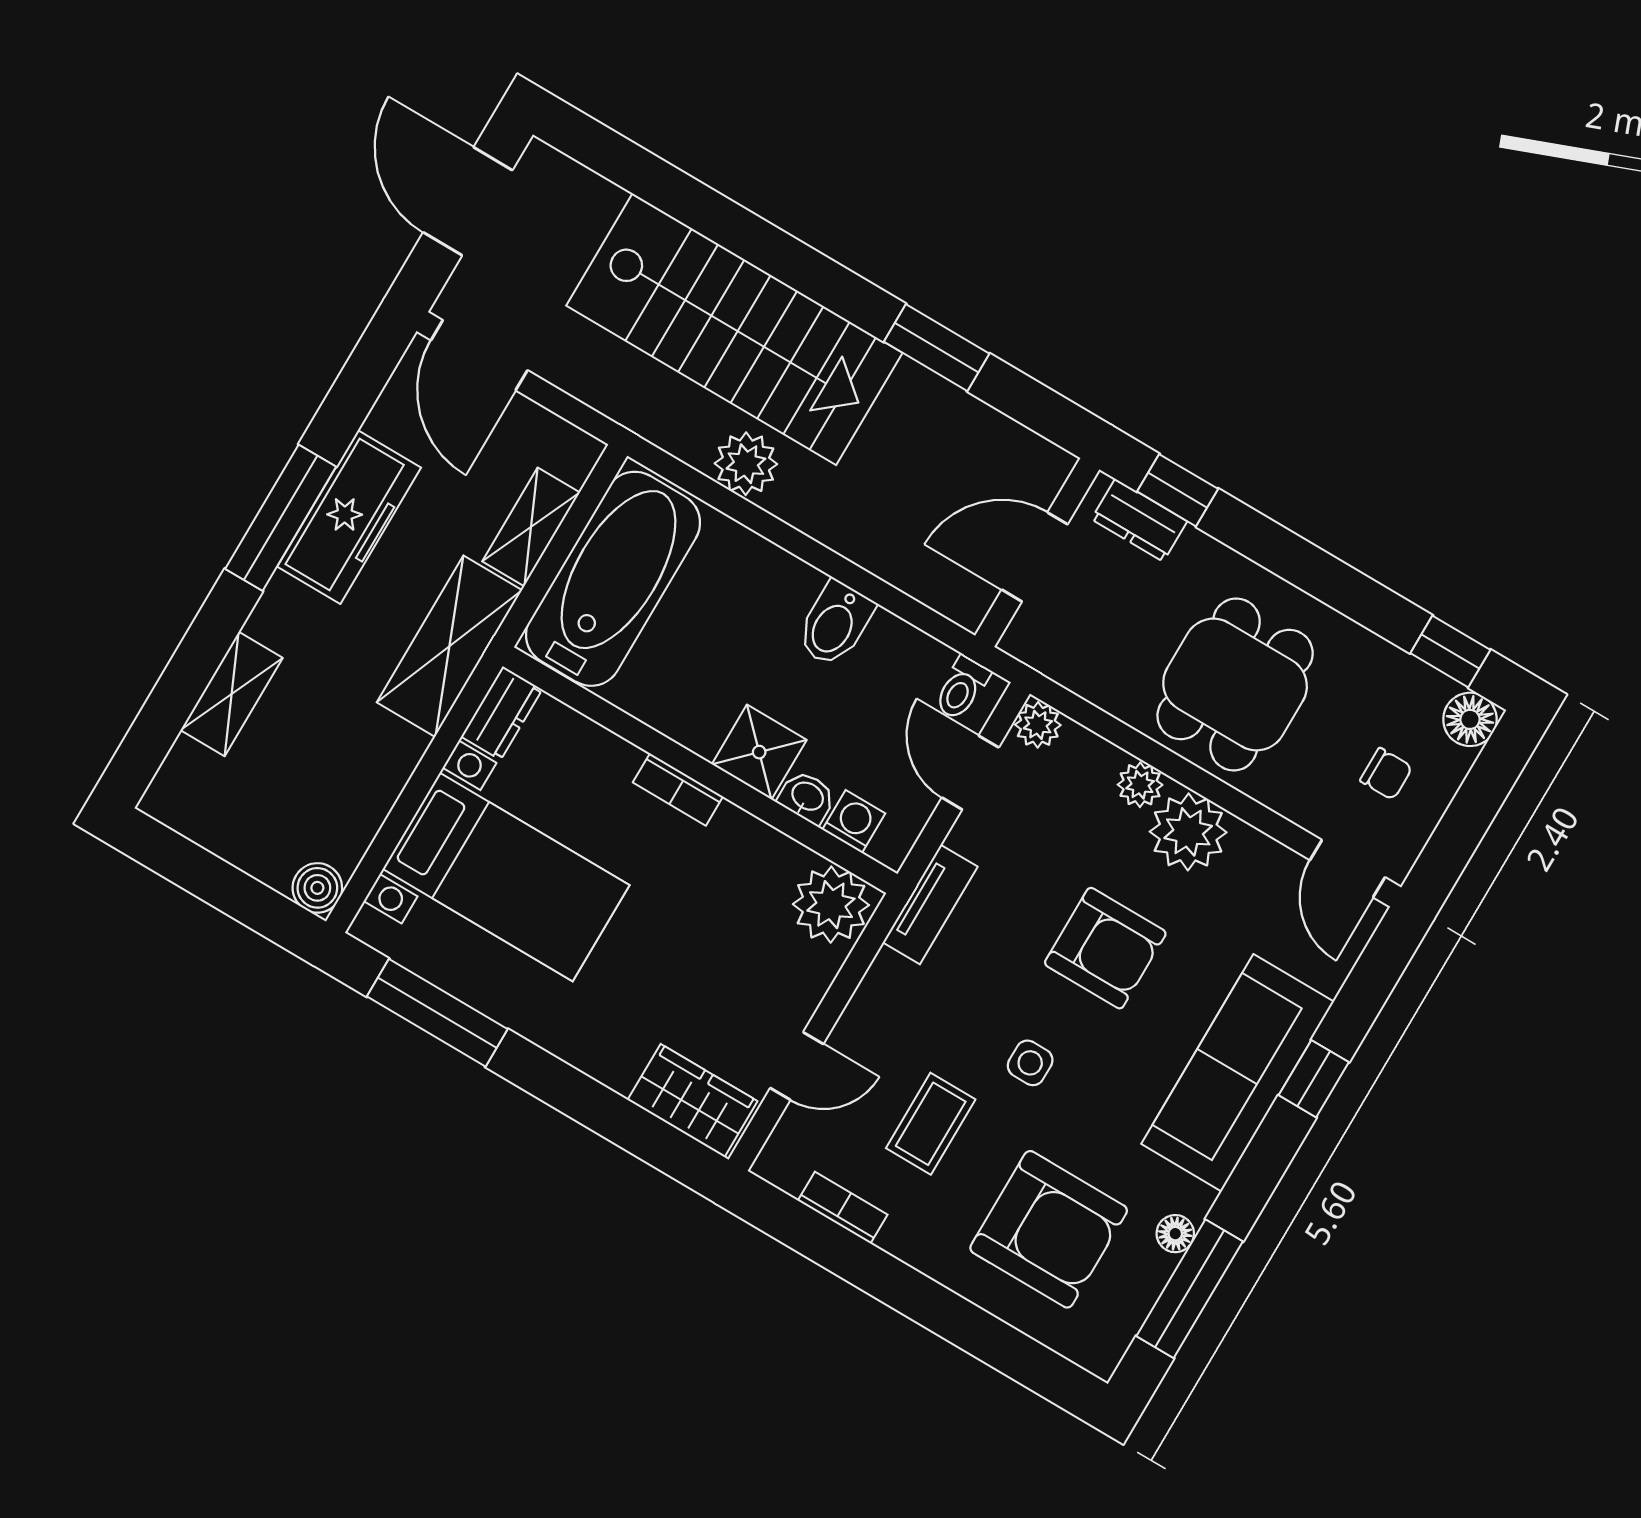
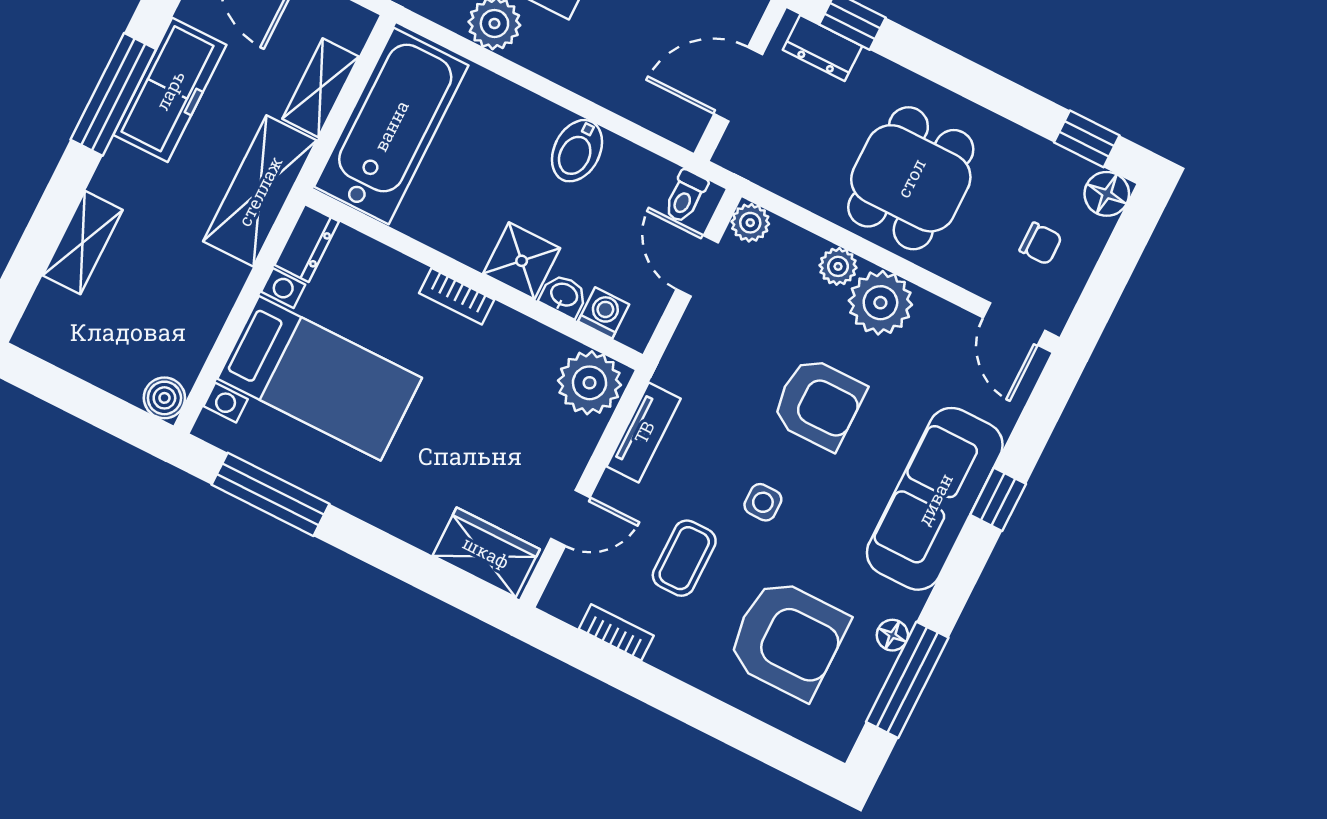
tv unit: (930, 904) -> (644, 432), moved

